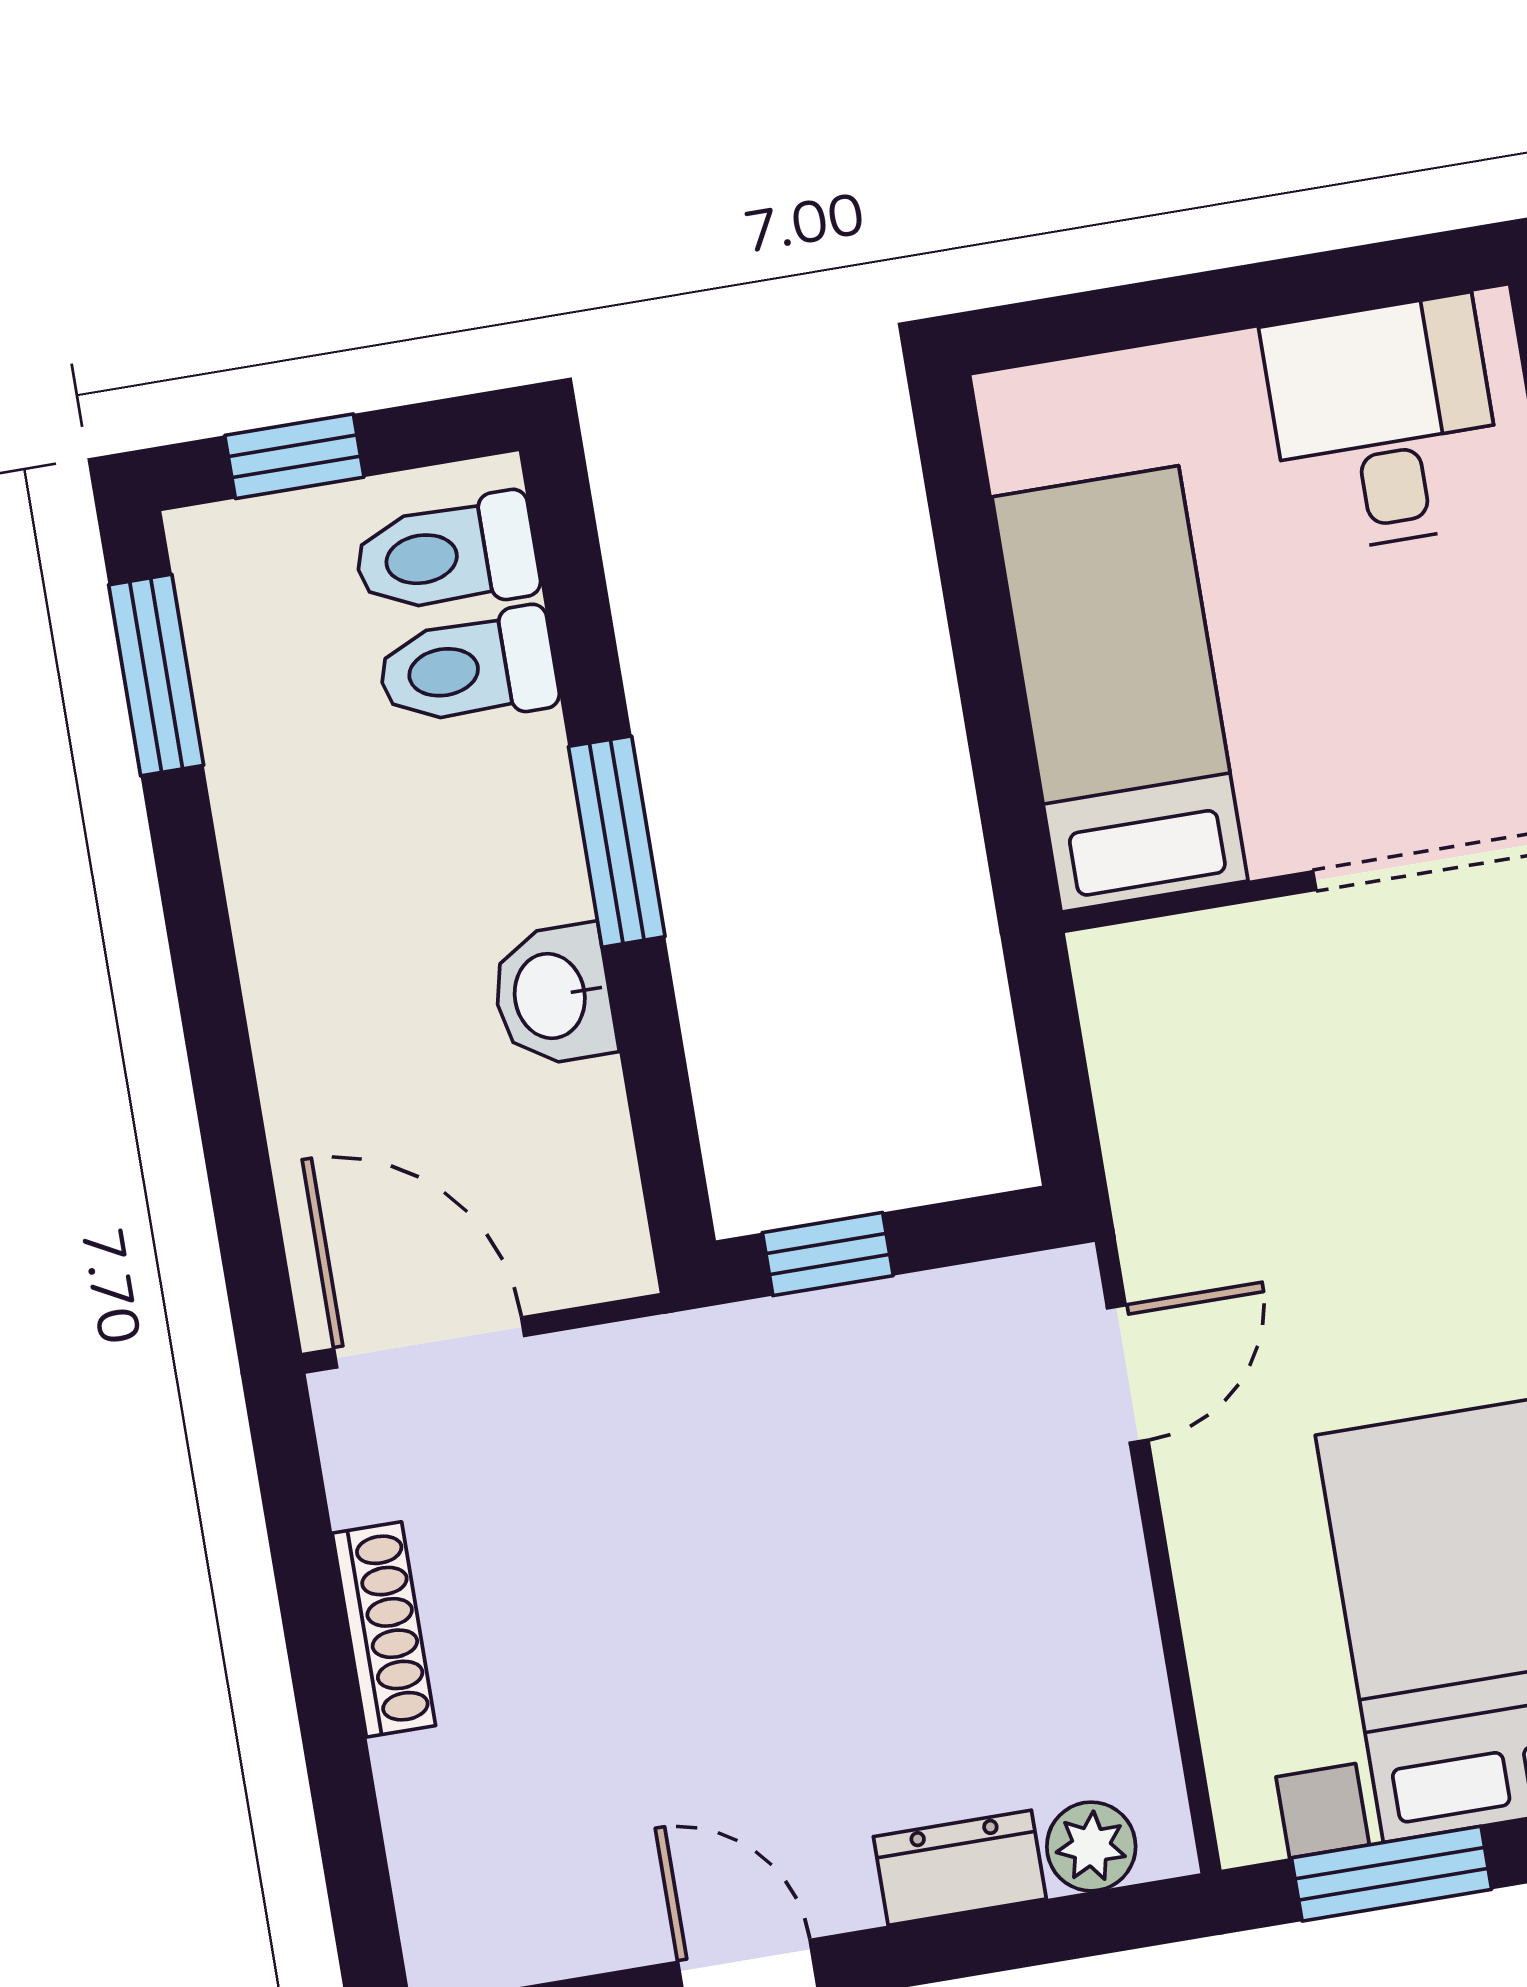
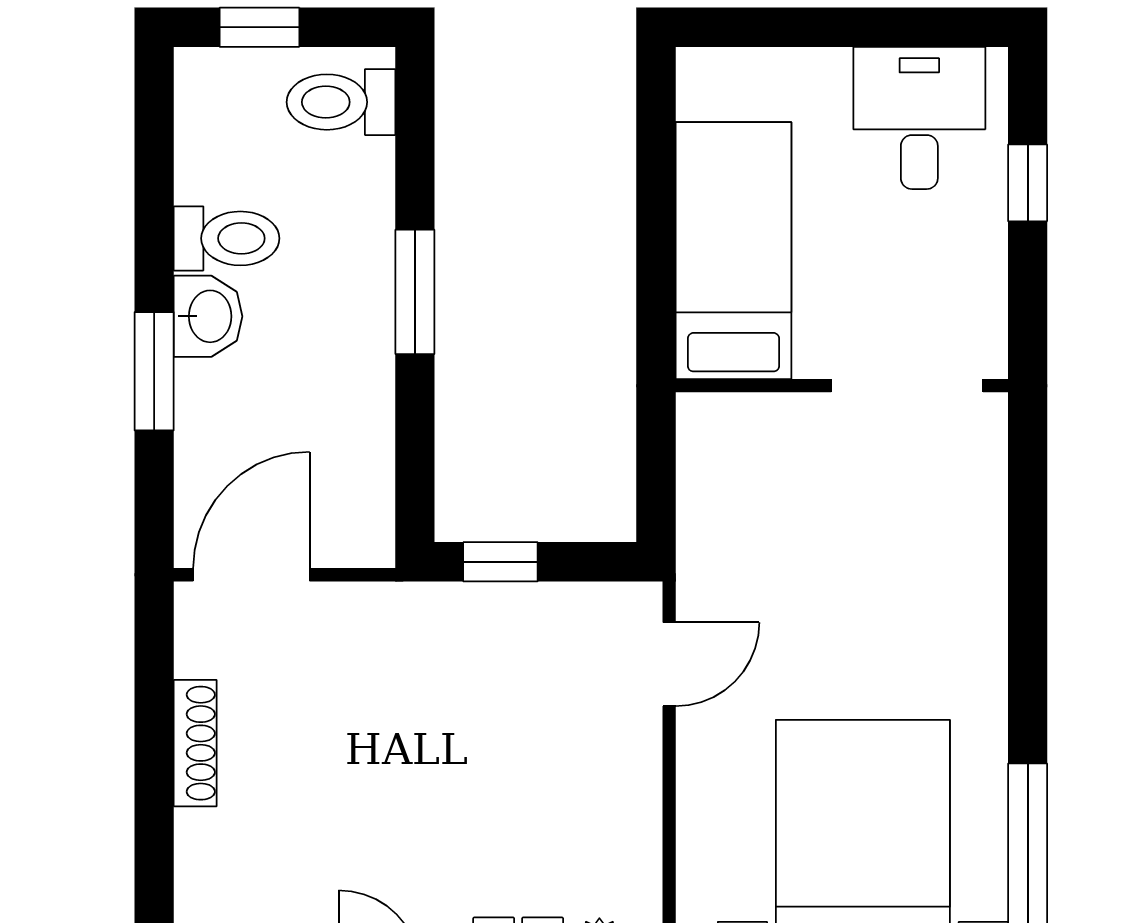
toilet: (468, 668) -> (227, 238), moved, turned 180
window: (156, 675) -> (154, 371), moved
washbasin: (553, 995) -> (208, 316), moved, turned 180
door: (429, 1342) -> (251, 575), hinge flipped

